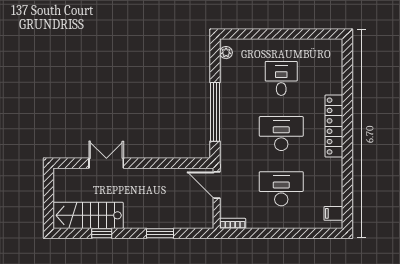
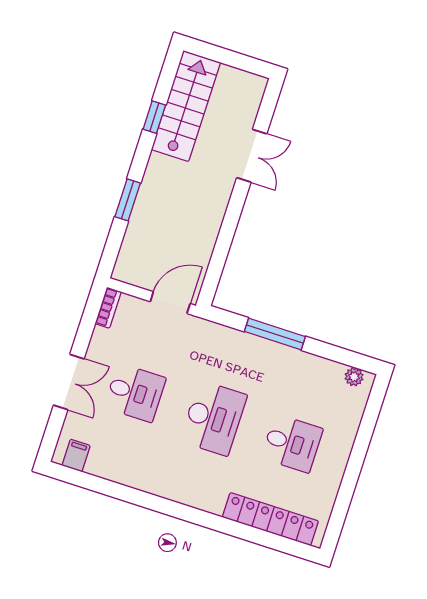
window: (215, 112) -> (275, 334), width x0.68
locker: (334, 126) -> (270, 519), moved
desk: (281, 189) -> (135, 393), width x0.73
double door: (288, 233) -> (69, 382), added

